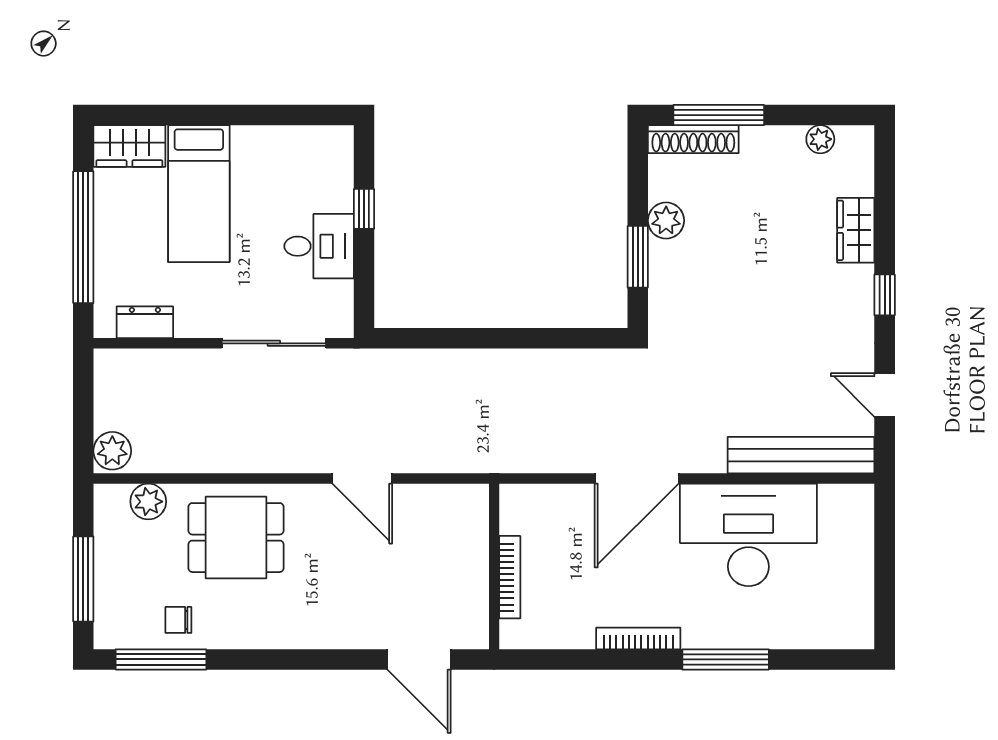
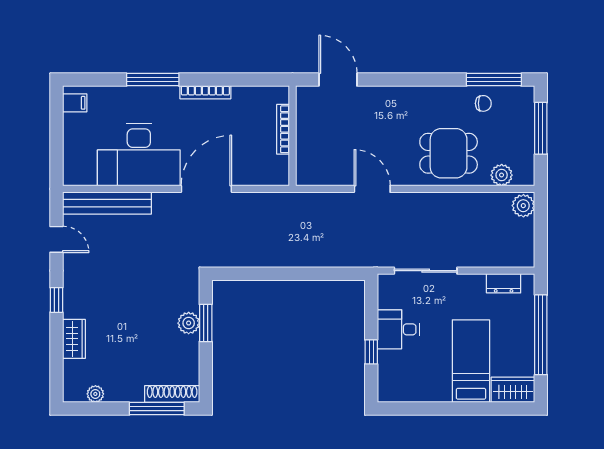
plant: (666, 221) -> (189, 323), moved
filing cabinet: (854, 621) -> (75, 103), added

